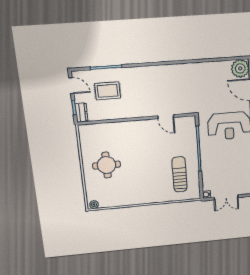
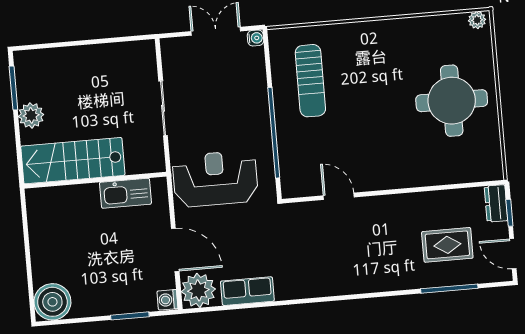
row of seats: (215, 68) -> (247, 291), added
round table: (106, 165) -> (452, 101), width x1.36, depth x1.36

